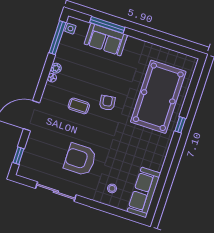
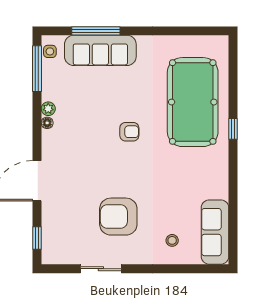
sofa: (106, 40) -> (100, 50), width x1.36
armchair: (107, 103) -> (129, 132), turned 98
coffee table: (79, 106) -> (94, 148), removed
sliding door: (56, 192) -> (101, 269), width x0.73

